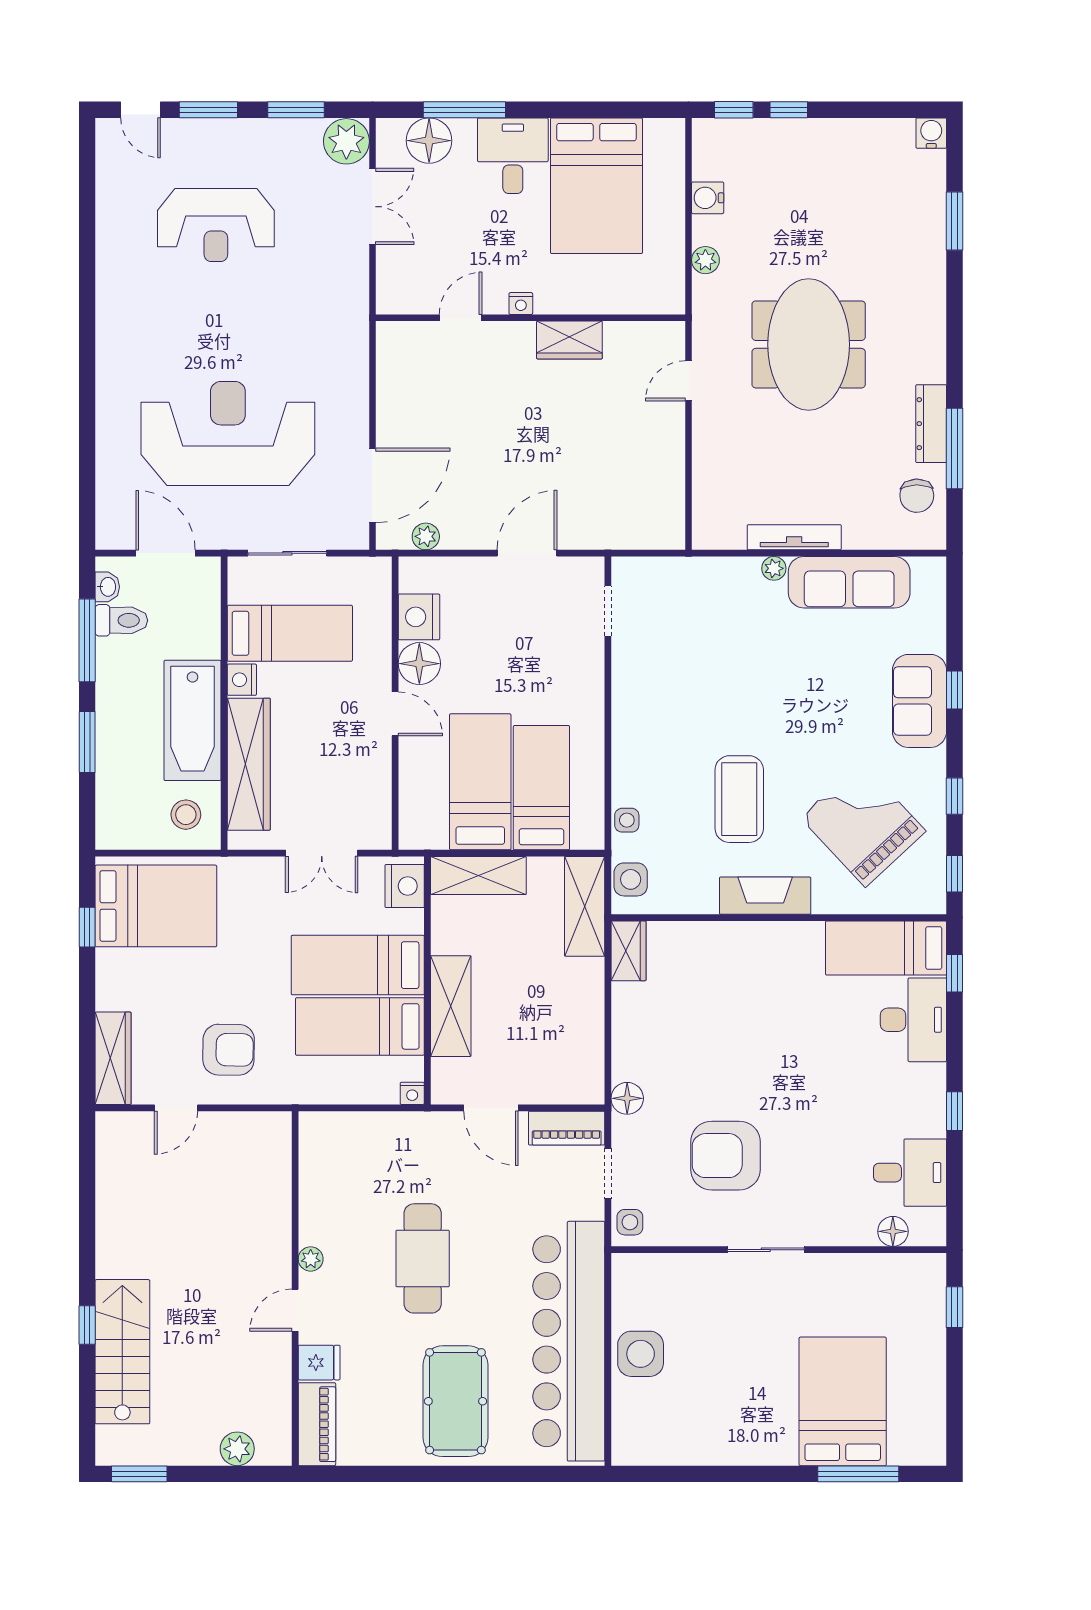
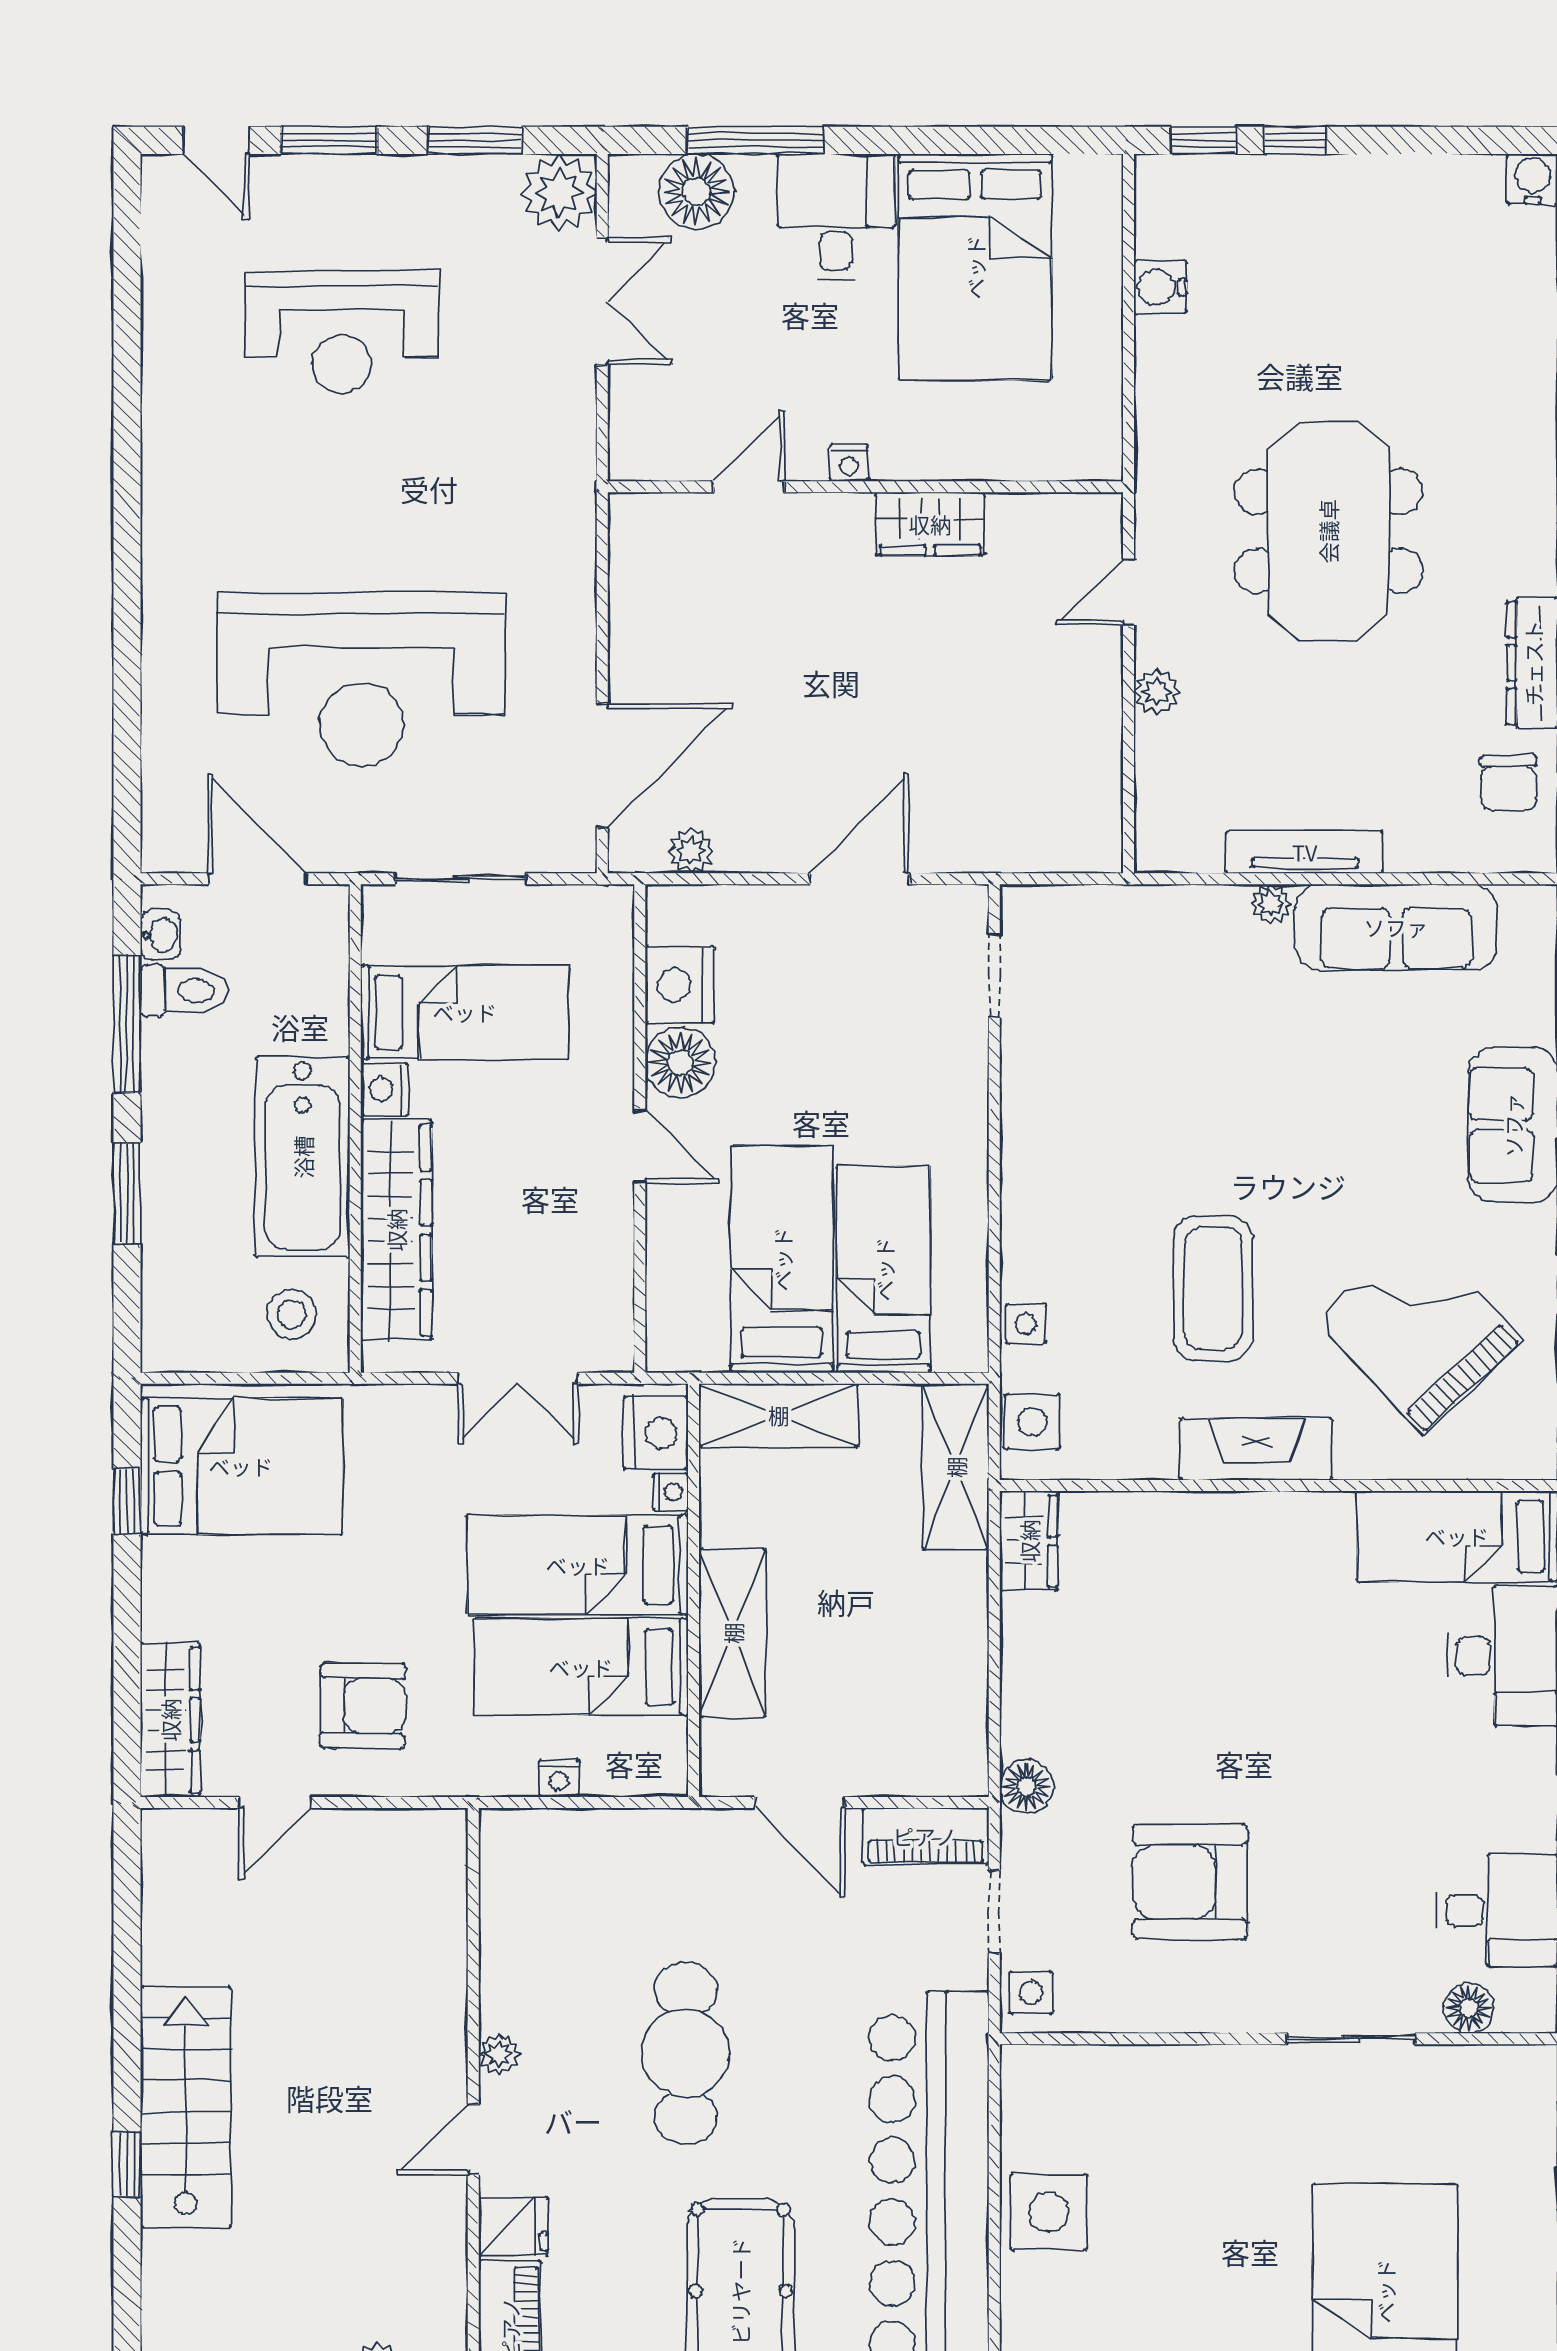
plant: (705, 260) -> (1157, 692), moved
reception desk: (228, 433) -> (361, 679), turned 180
nightstand: (414, 921) -> (671, 1492), added
nightstand: (412, 1093) -> (559, 1778), moved
sliding door: (766, 1250) -> (1351, 2039), moved
stairs: (122, 1352) -> (186, 2107), moved

